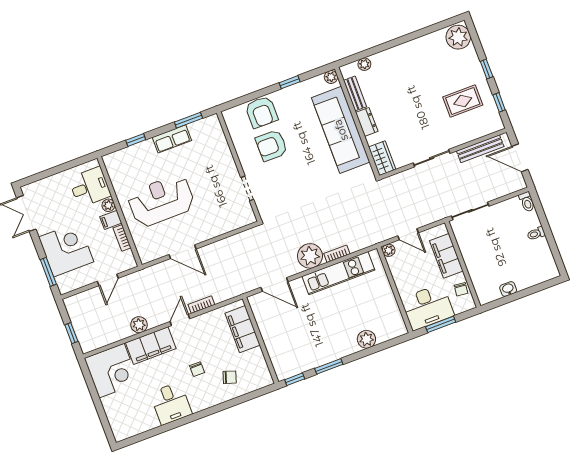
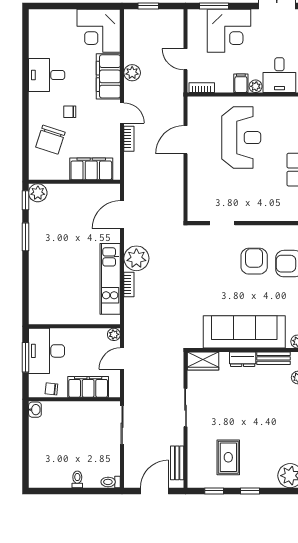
bench: (480, 149) -> (177, 463), width x0.73
bookcase: (122, 238) -> (202, 88), moved
washbasin: (508, 289) -> (35, 410), moved
plant: (366, 339) -> (38, 193), moved
chair: (230, 377) -> (50, 140), width x1.87, depth x1.87

